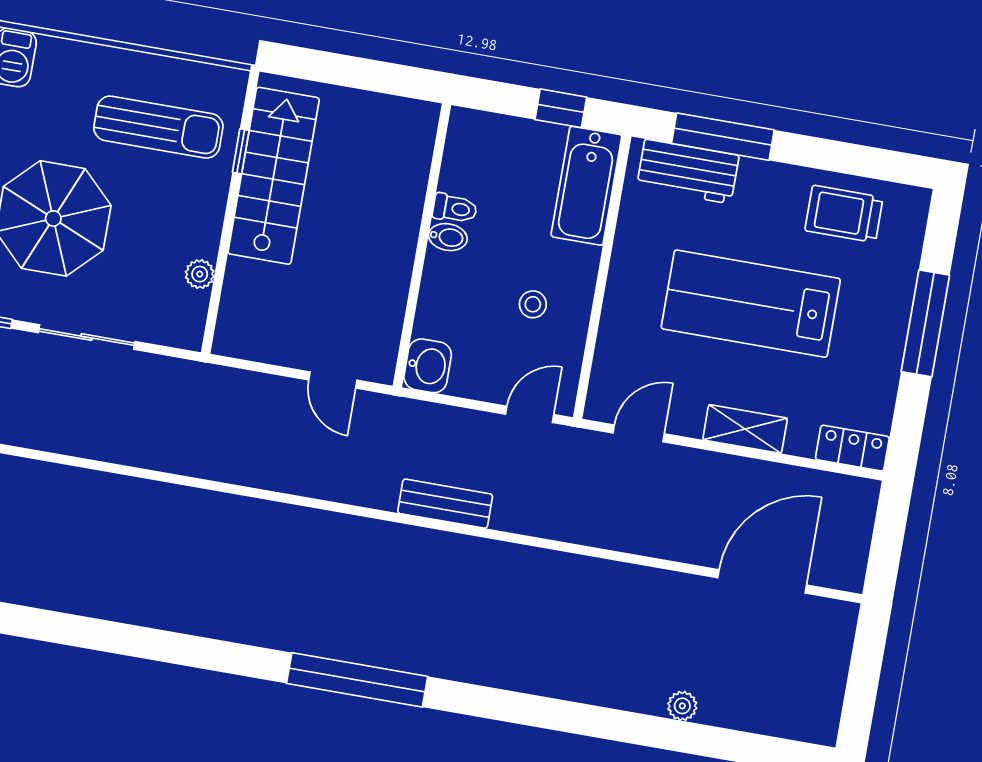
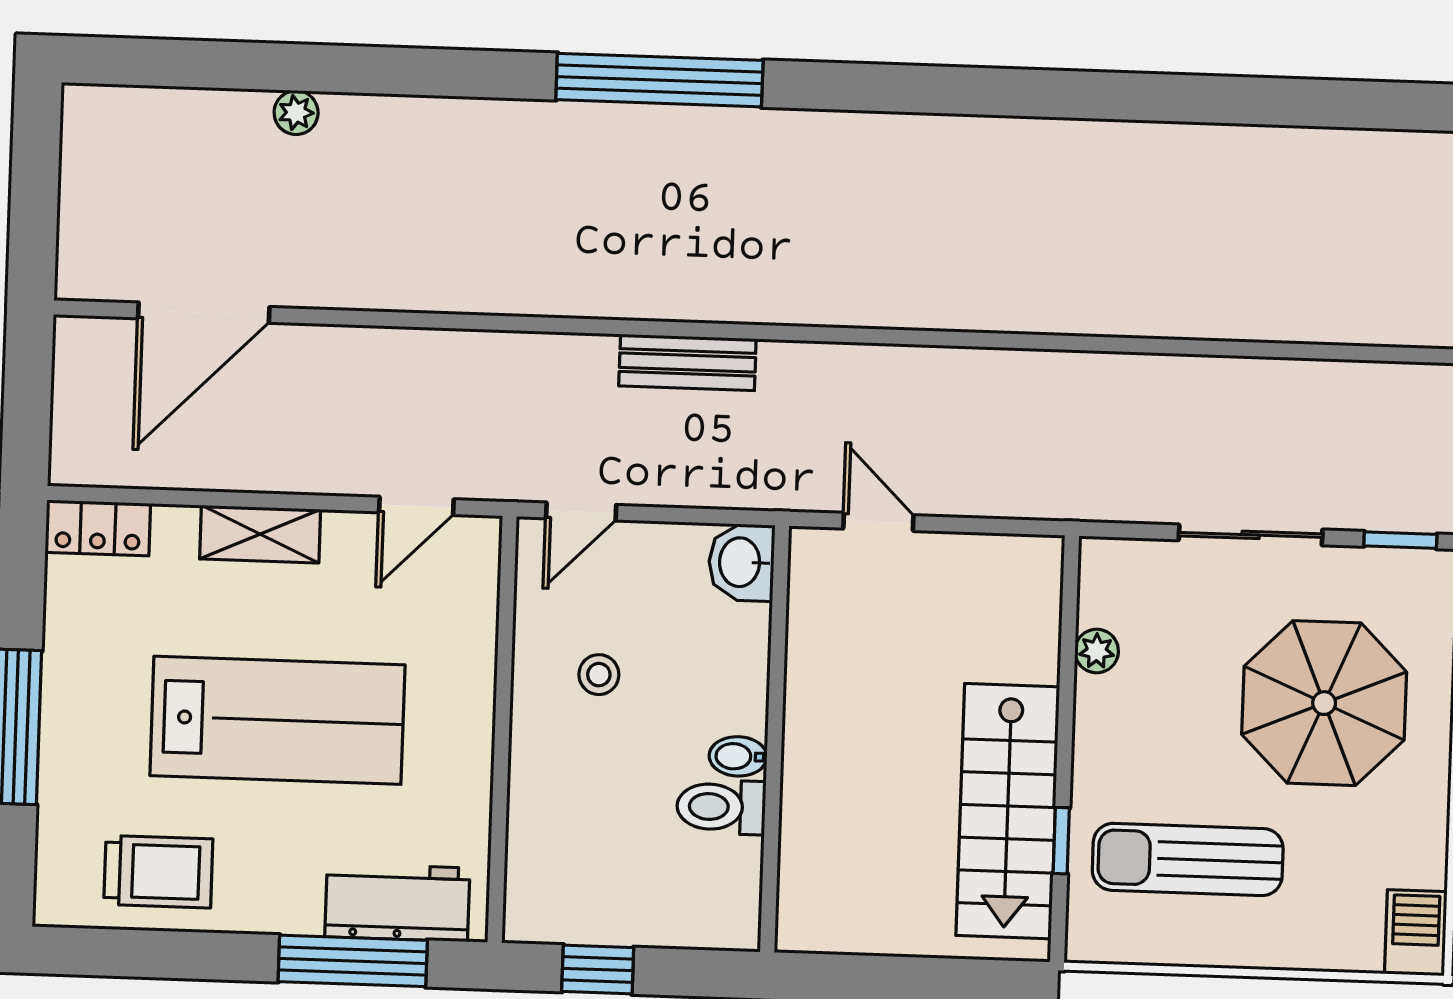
bathtub: (586, 186) -> (544, 861), removed
toilet: (455, 208) -> (721, 807), width x1.37, depth x1.39
window: (357, 680) -> (659, 80), moved

